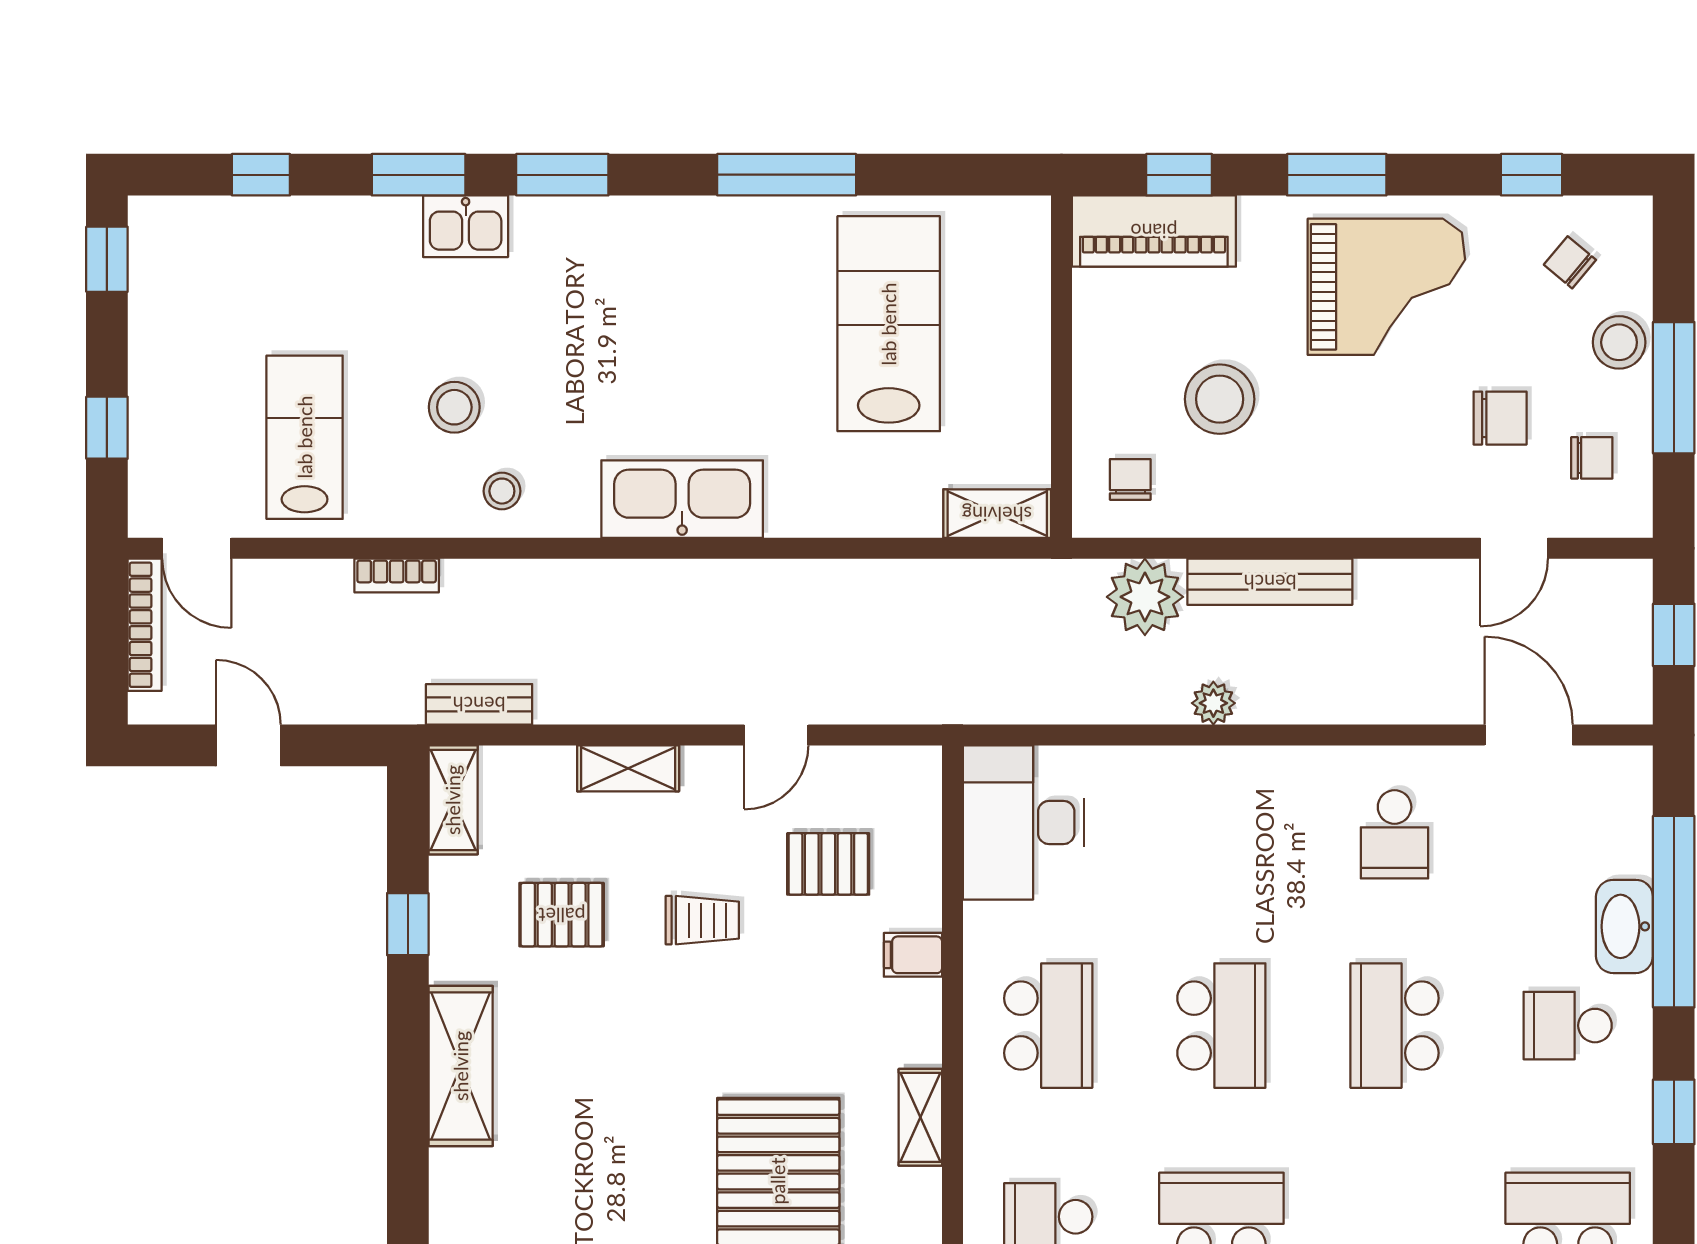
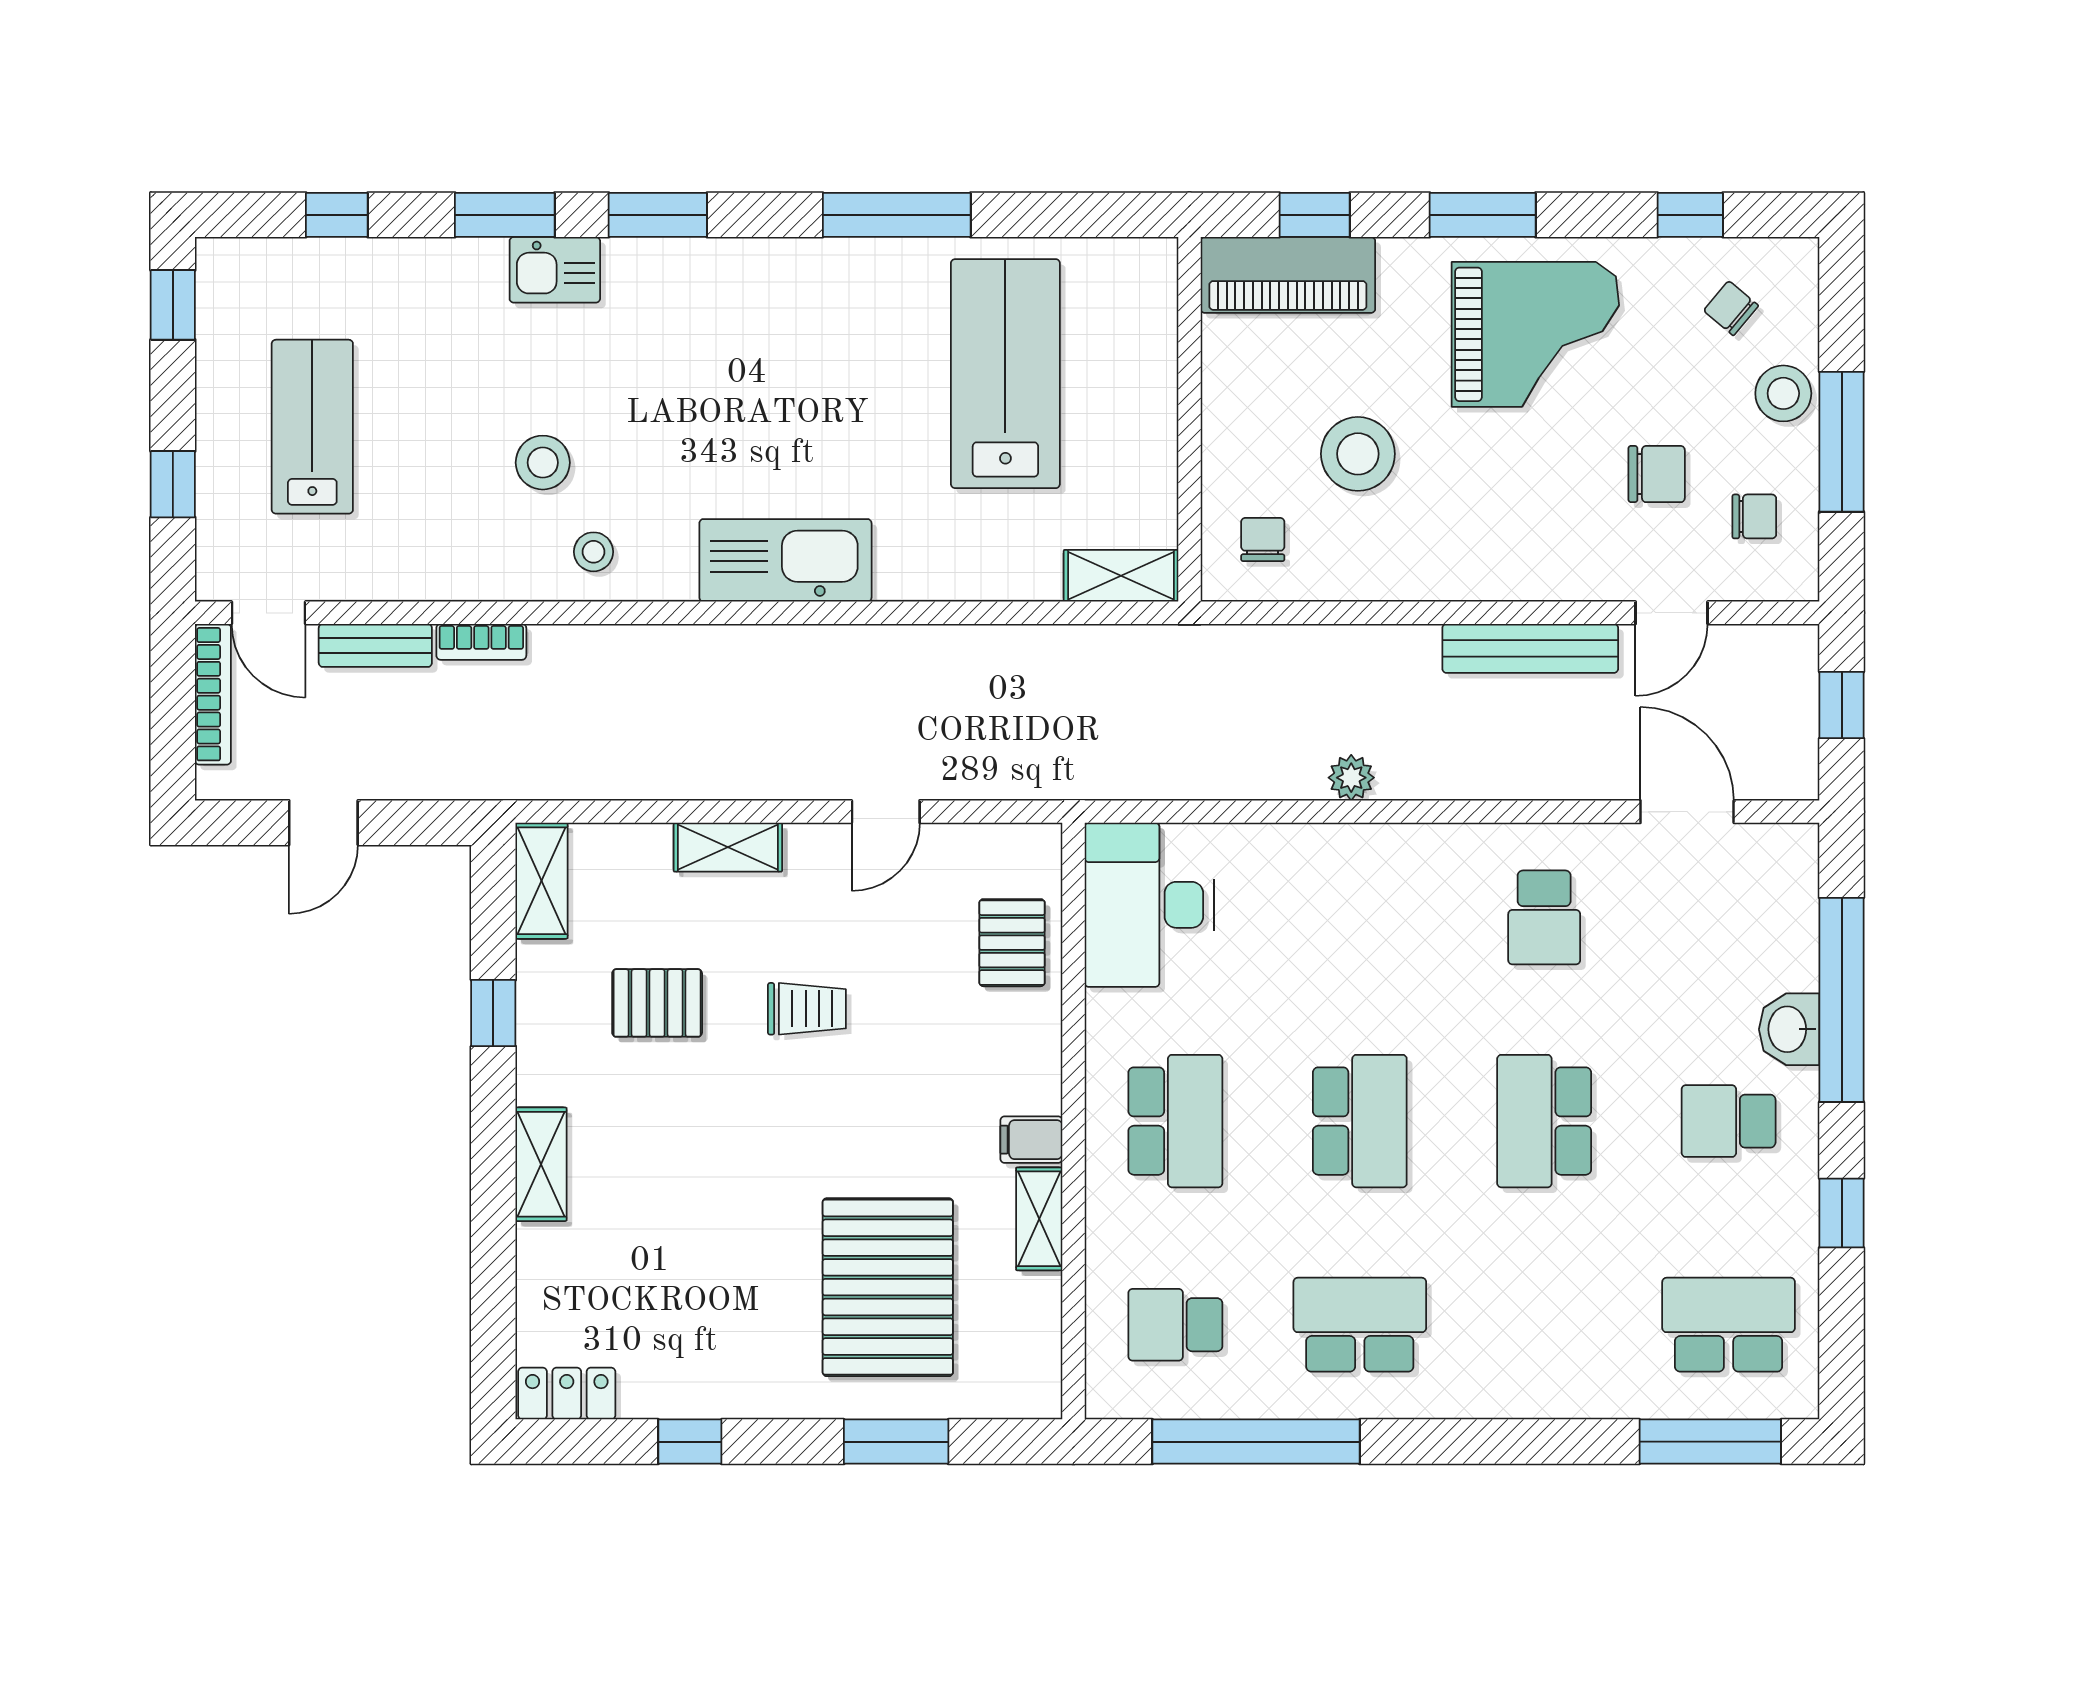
lab bench: (305, 437) -> (312, 427), moved
bench: (1270, 582) -> (1530, 648), moved
plant: (1145, 597) -> (1278, 665), removed
bench: (479, 704) -> (375, 645), moved
door: (248, 745) -> (323, 823), swing flipped
pallet: (828, 864) -> (1012, 943), moved, turned 90
washbasin: (1624, 926) -> (1789, 1029), width x0.72
filing cabinet: (913, 955) -> (1031, 1140), moved
shelving: (461, 1066) -> (541, 1164), width x0.67, depth x0.75

